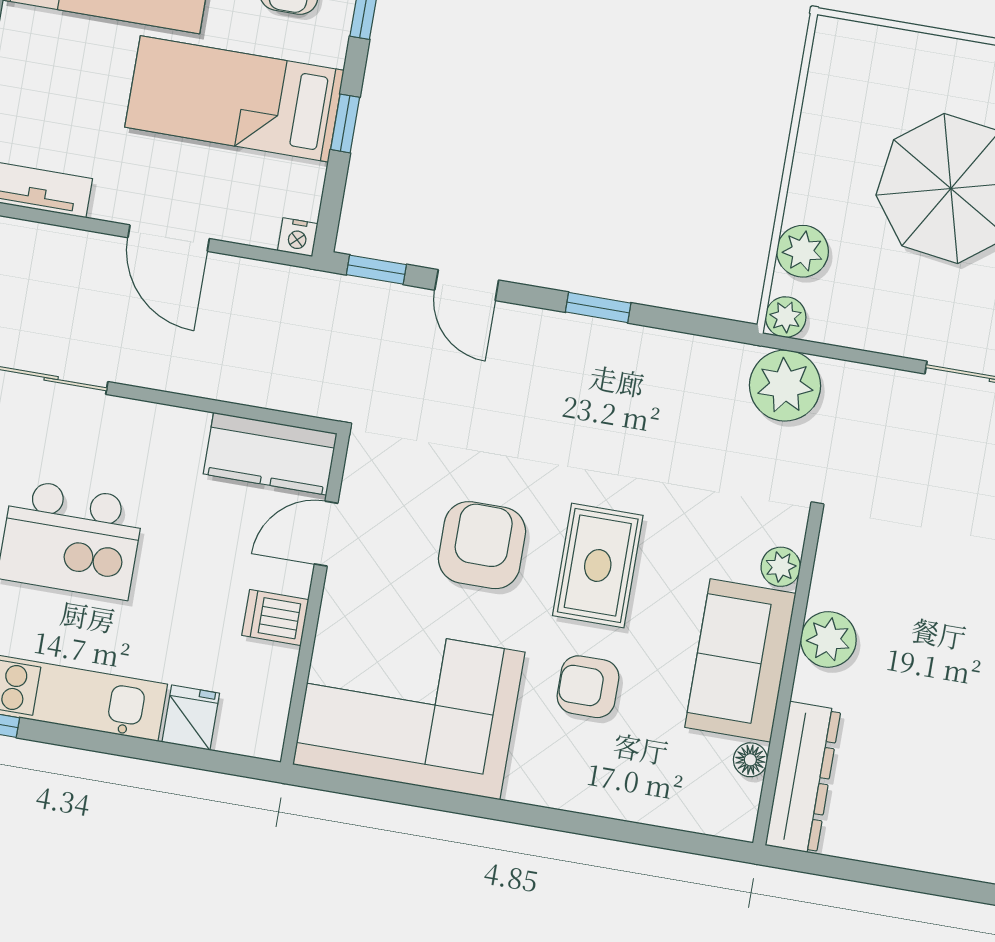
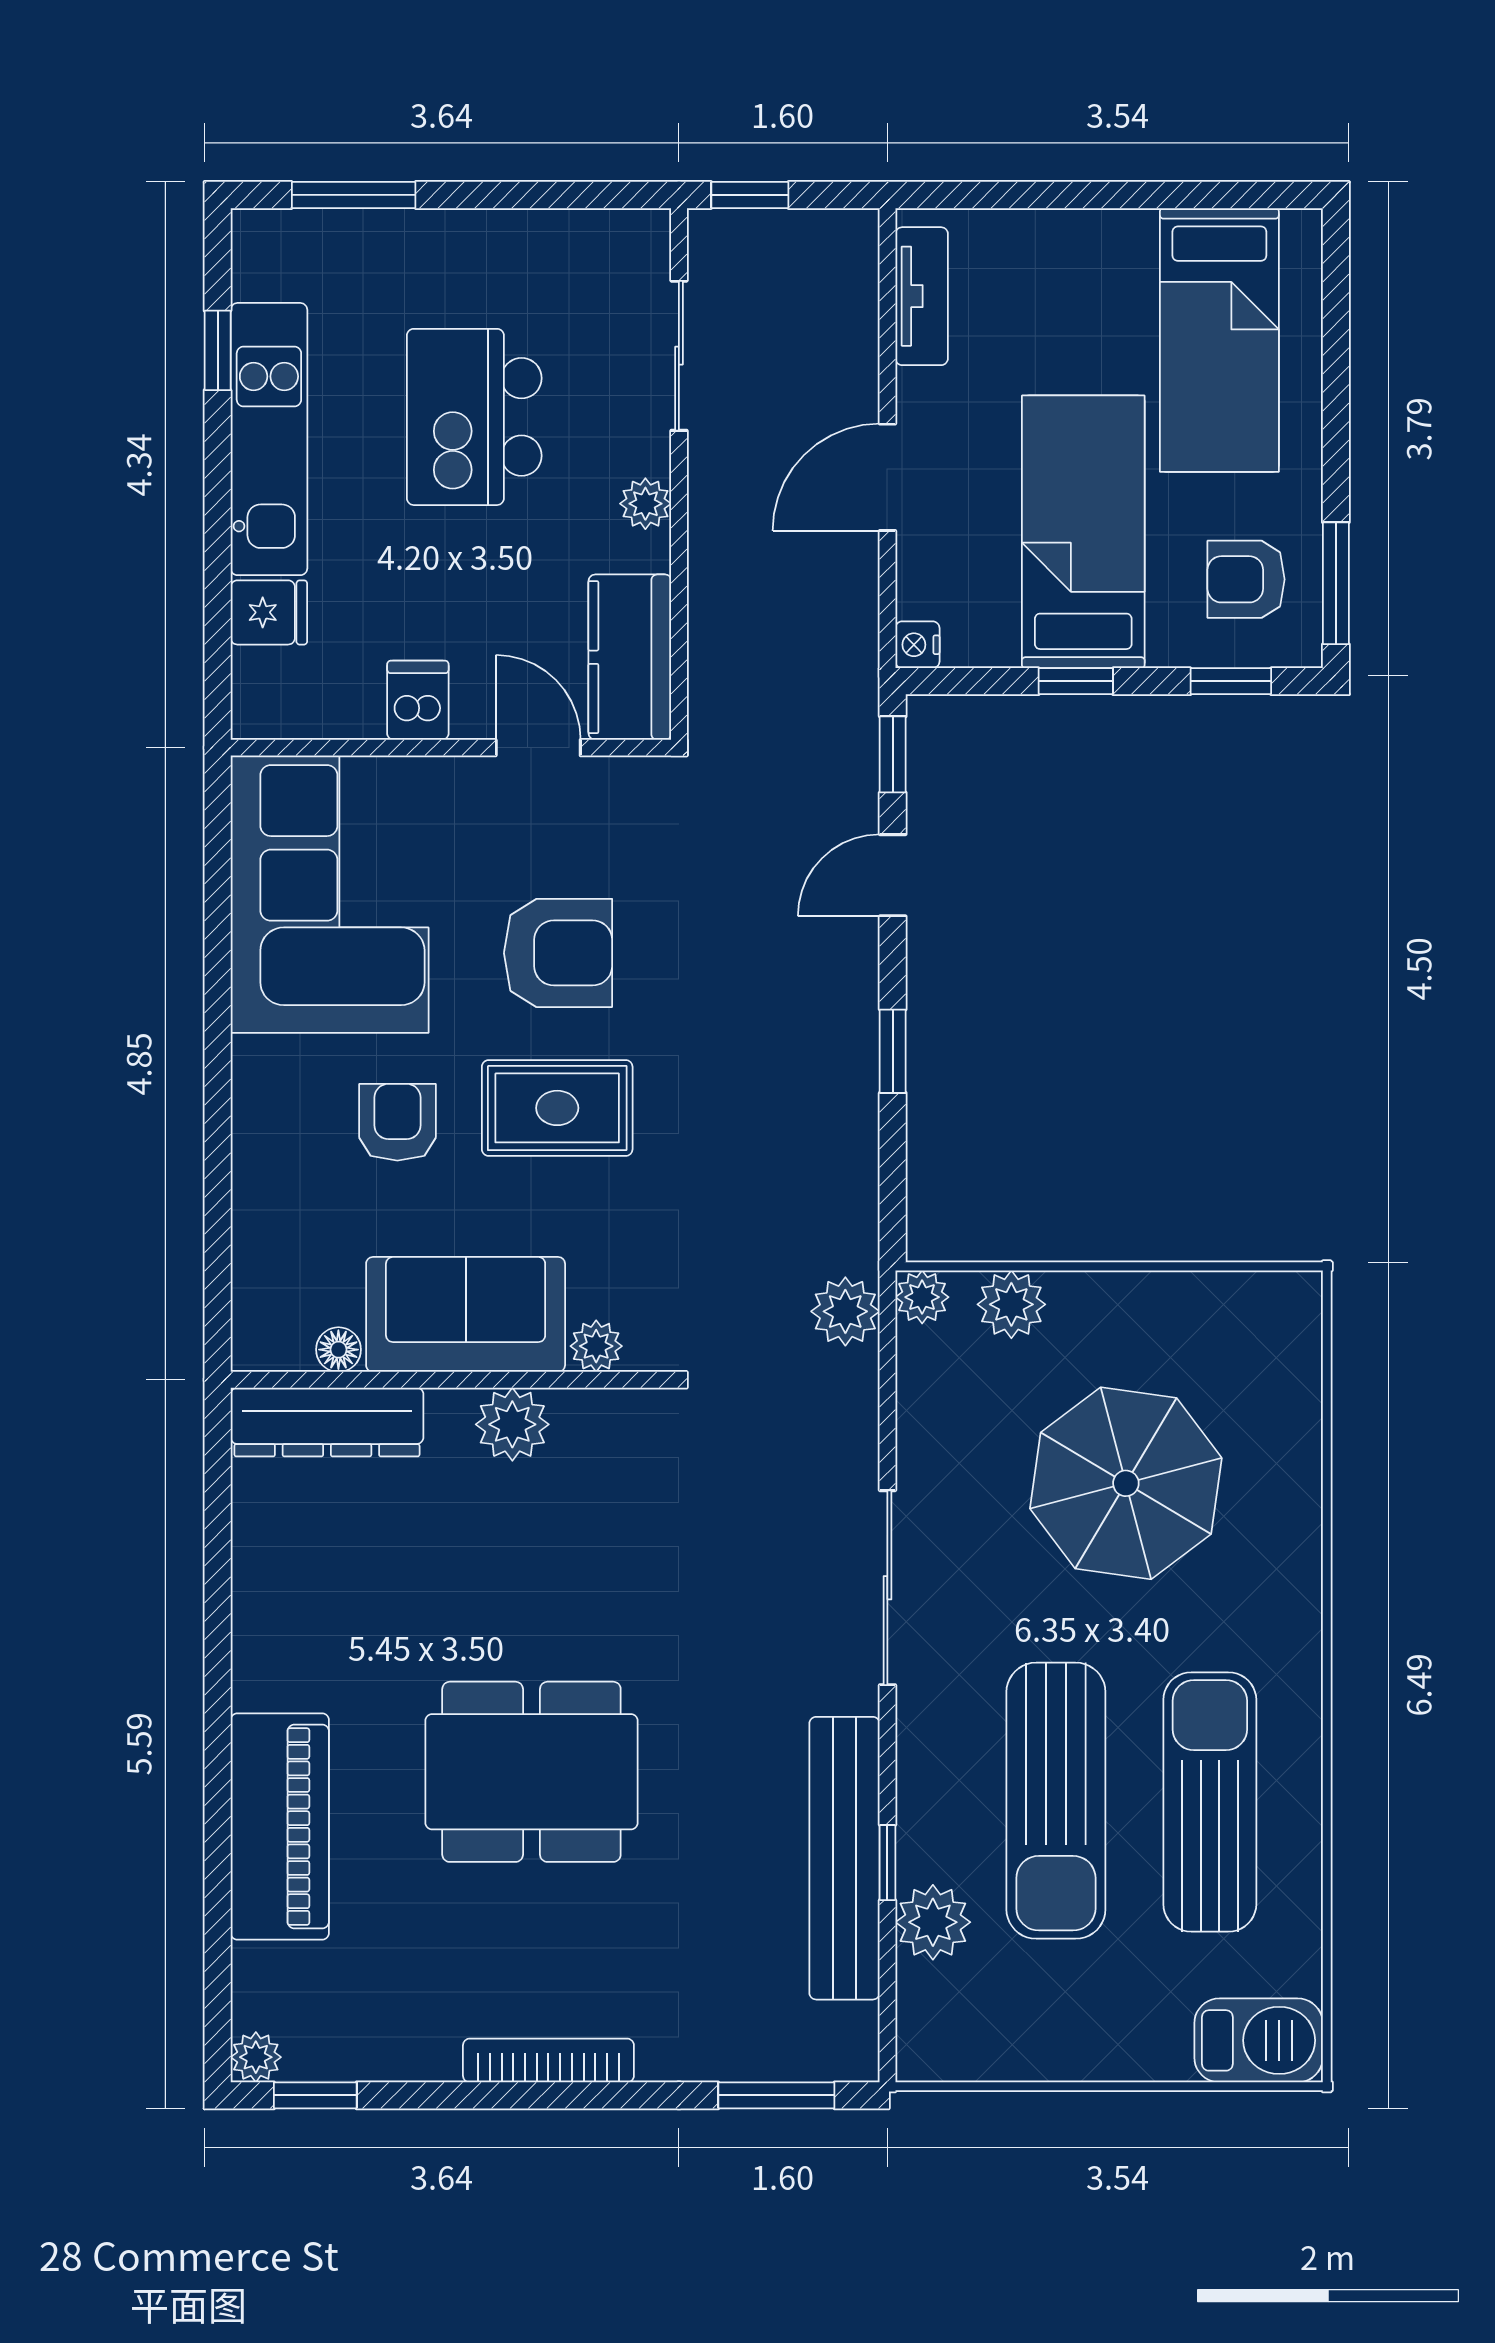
plant: (785, 386) -> (845, 1311), width x0.73, depth x0.73
plant: (157, 422) -> (645, 504), added

